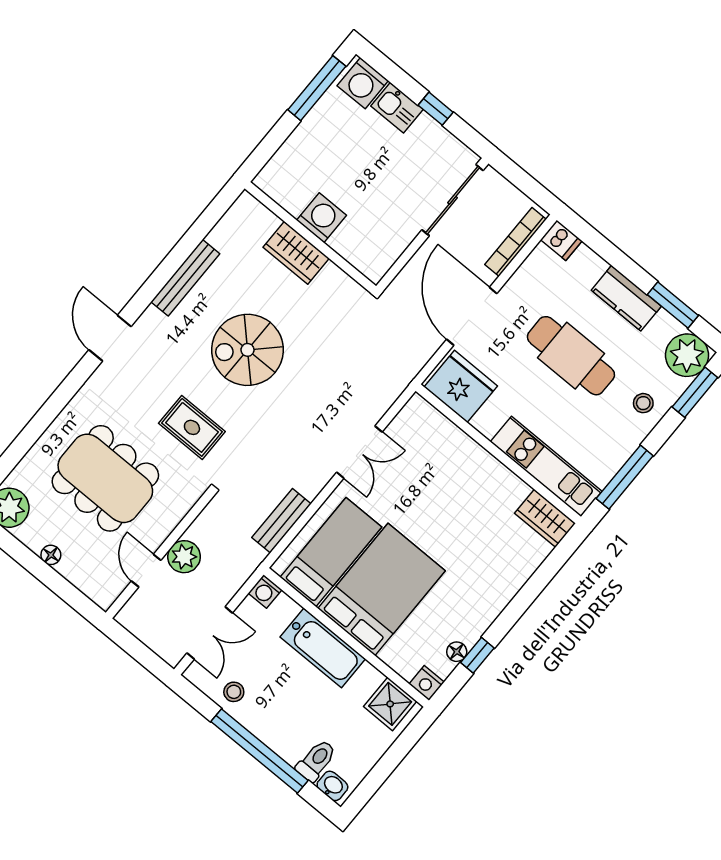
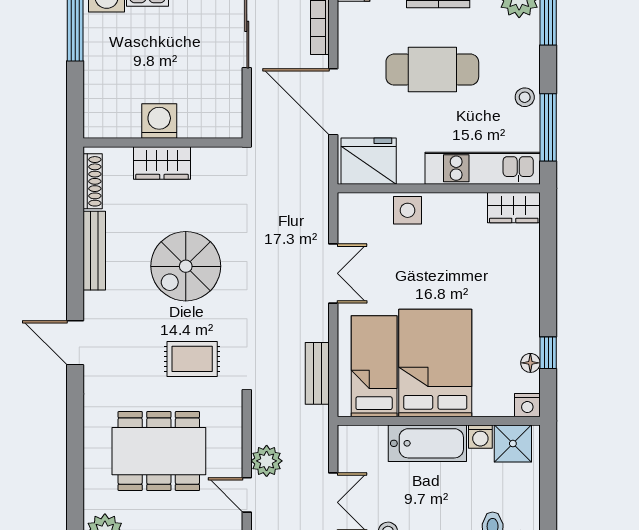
shoe rack: (229, 222) -> (93, 181), added
stool: (643, 403) -> (525, 97), moved
side table: (459, 451) -> (408, 210), added
washing machine: (265, 591) -> (480, 437), moved

